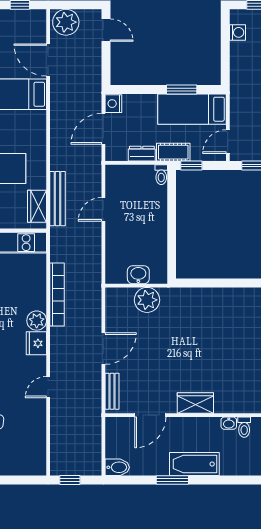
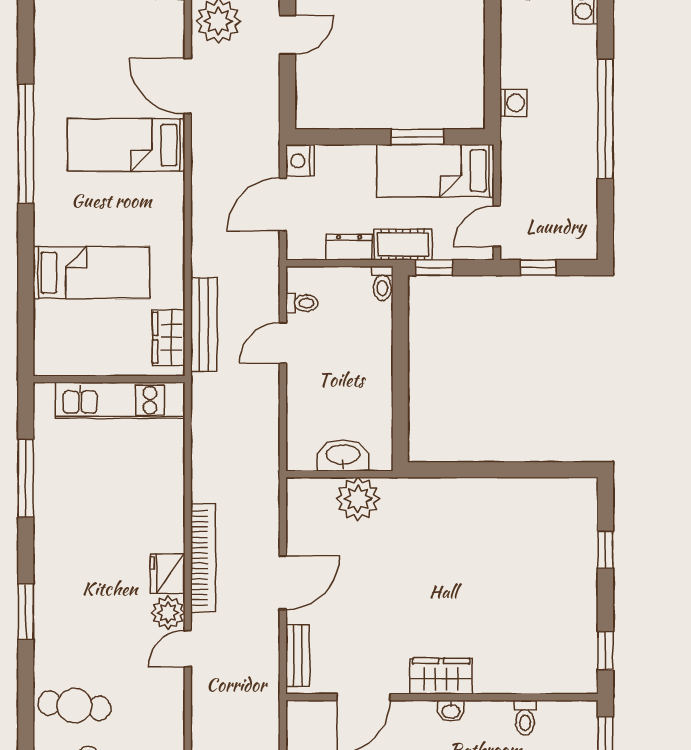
door: (106, 30) -> (287, 35), hinge flipped
washing machine: (237, 32) -> (513, 103), moved
toilet: (115, 186) -> (302, 303), added
washbasin: (138, 275) -> (343, 455), width x1.38
bookcase: (57, 294) -> (203, 558), moved
plant: (37, 321) -> (168, 613), moved
washbasin: (229, 423) -> (451, 711), moved

